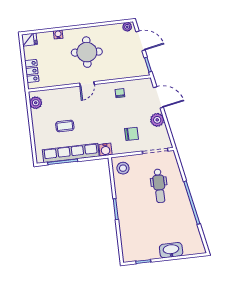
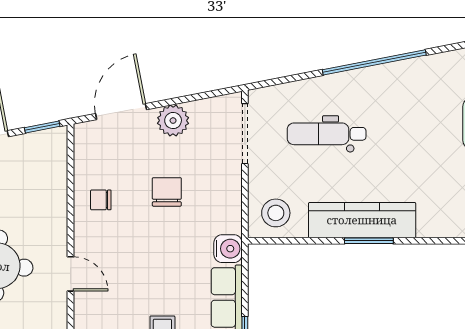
chair: (132, 134) -> (167, 192), moved
dental chair: (159, 186) -> (327, 134), turned 180
kitchen counter: (124, 205) -> (362, 220), added

